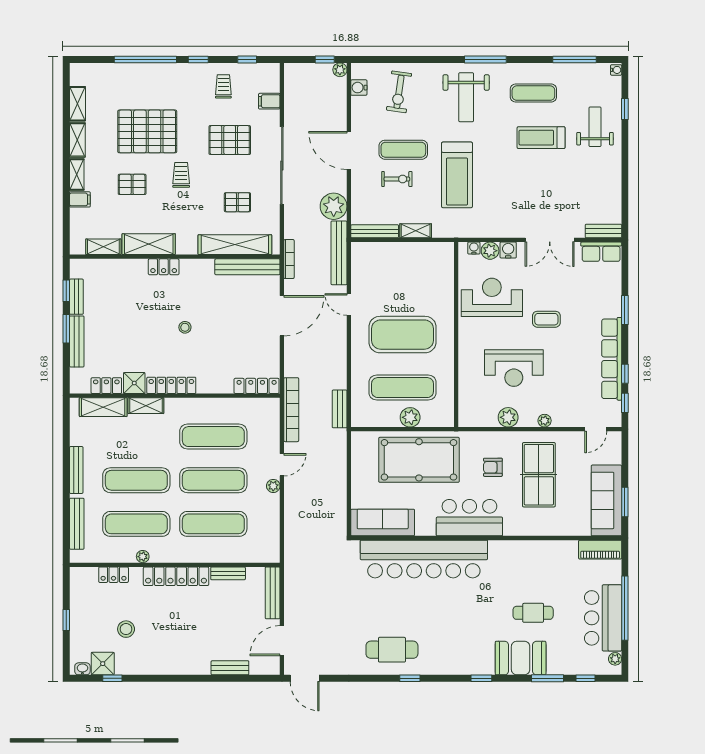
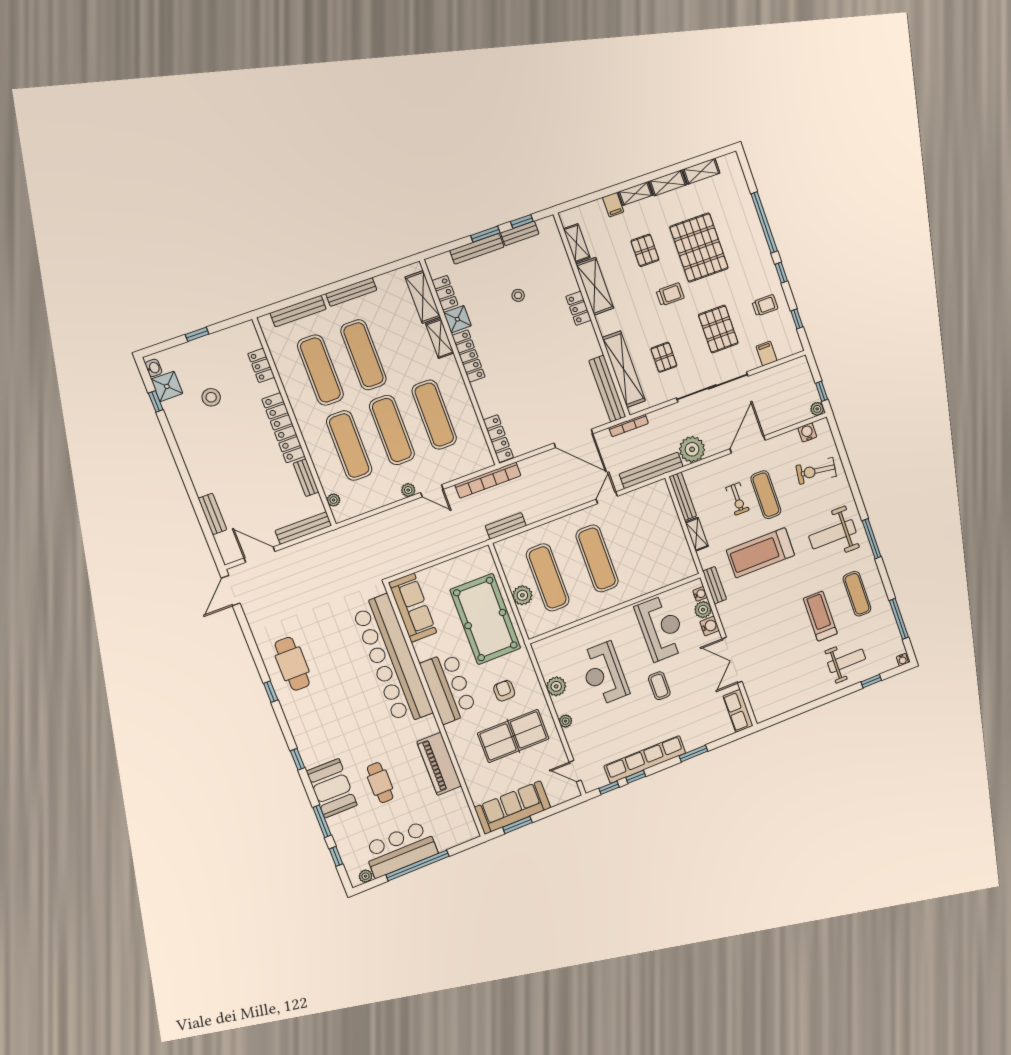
bench: (603, 231) -> (715, 585), moved
stool: (185, 327) -> (518, 295), moved
exercise mat: (402, 335) -> (597, 559), width x0.68
piano: (600, 550) -> (439, 764), moved, width x1.37, depth x1.33
plant: (143, 557) -> (334, 500), moved

